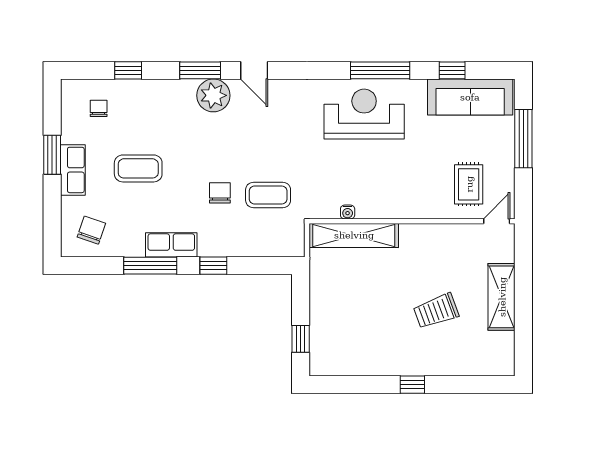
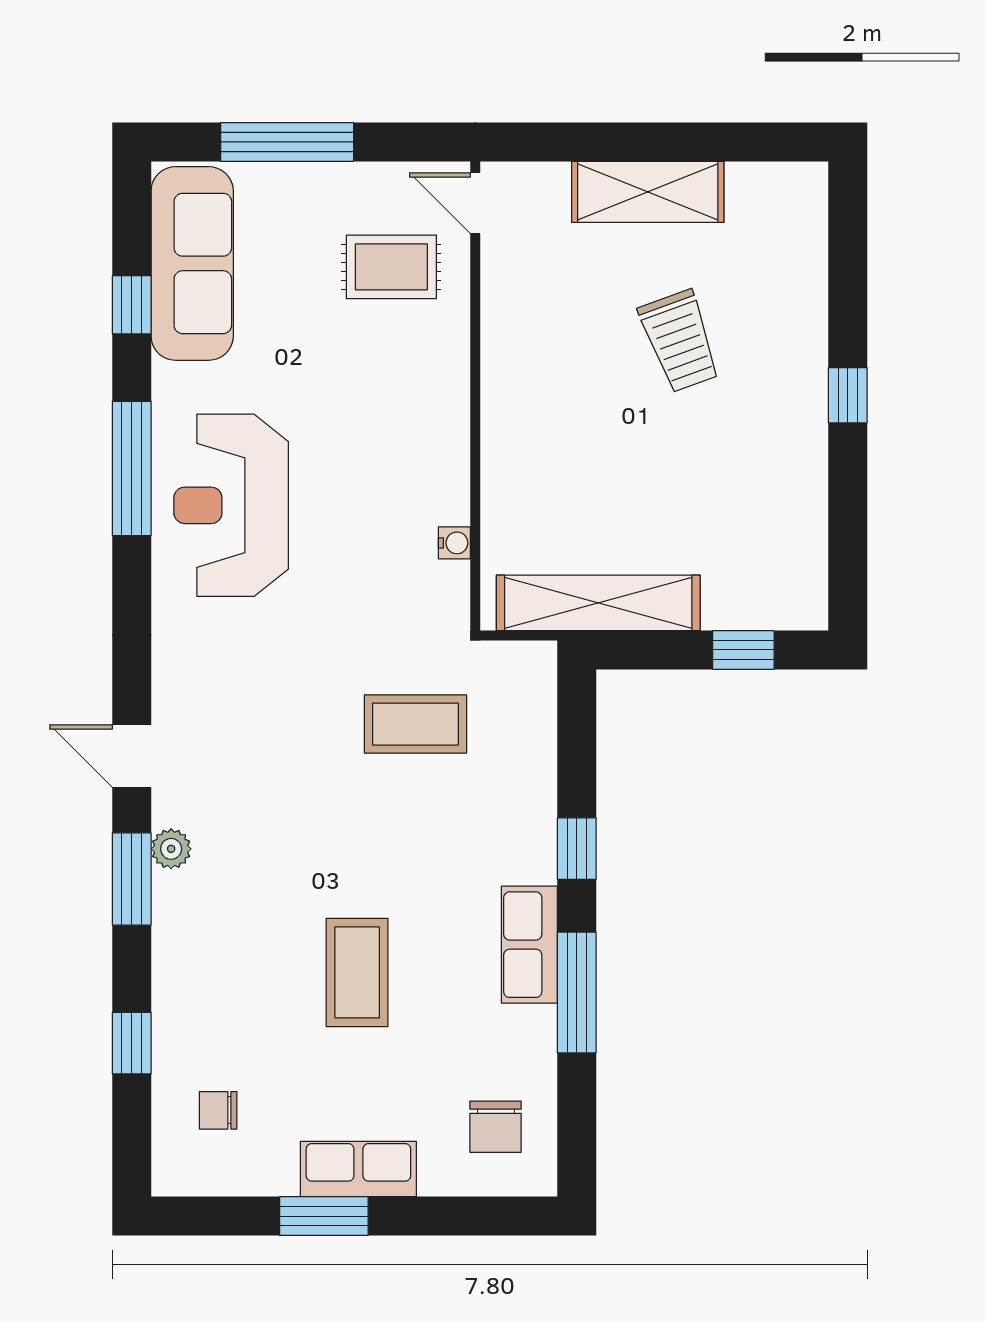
door: (254, 70) -> (132, 756), swing flipped
plant: (213, 95) -> (171, 849), width x0.53, depth x0.53
coffee table: (138, 168) -> (357, 972), moved
chair: (220, 193) -> (410, 834), removed
coffee table: (268, 195) -> (415, 724), turned 90
chair: (91, 230) -> (496, 1127), turned -109
shelving: (354, 235) -> (598, 603), moved, turned 90

